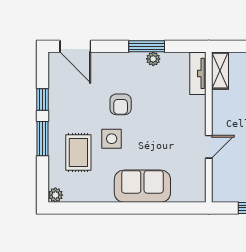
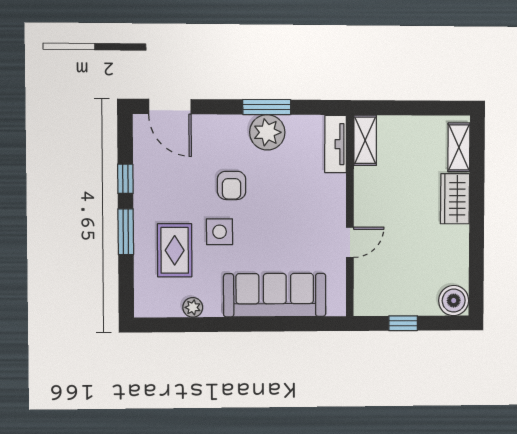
plant: (153, 59) -> (267, 132), width x1.88, depth x1.88
sofa: (142, 186) -> (275, 295), width x1.36
plant: (55, 195) -> (193, 307), moved

